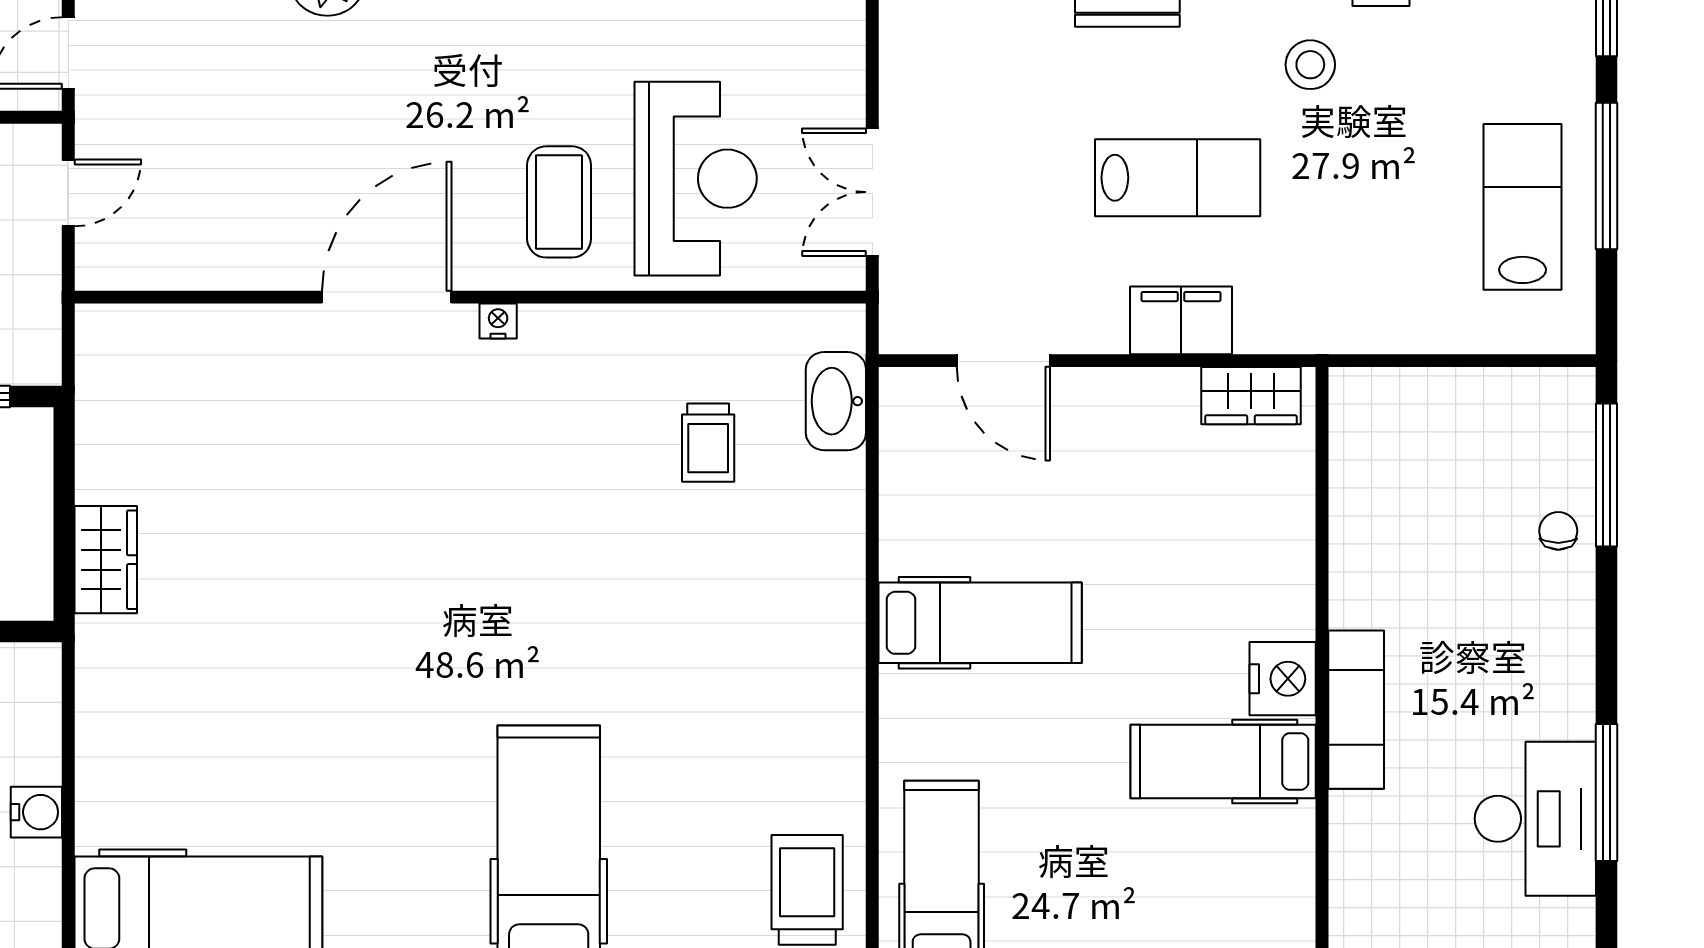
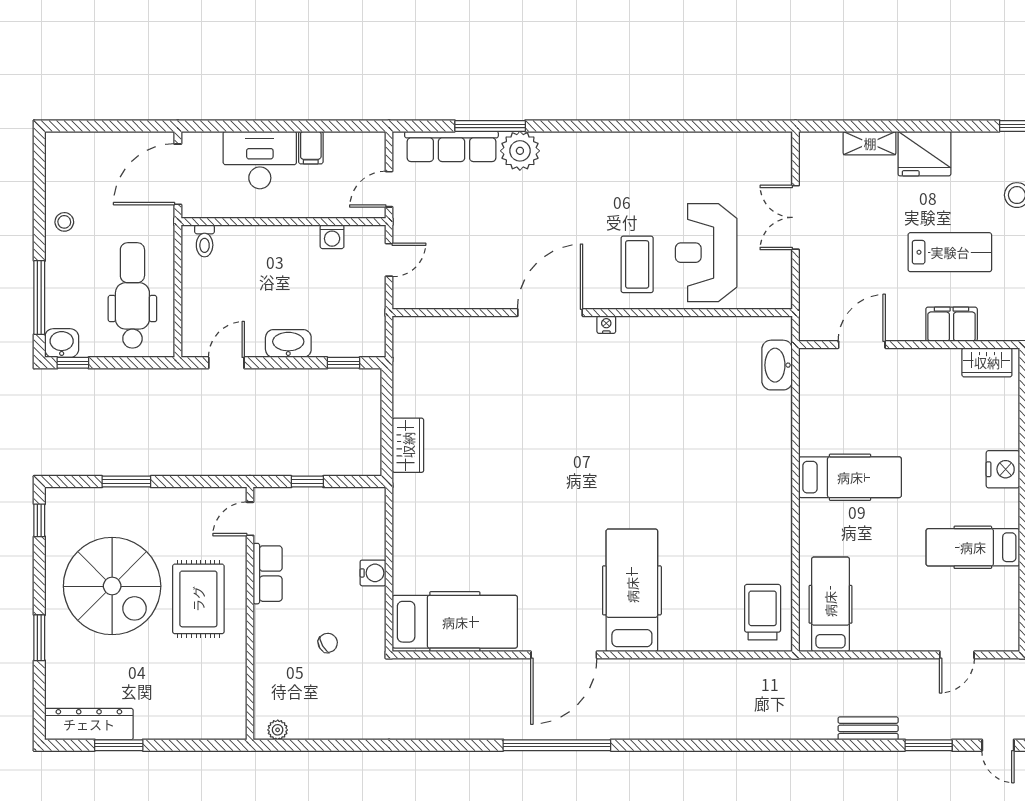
reception desk: (696, 179) -> (706, 253), turned 180
double door: (872, 192) -> (795, 217), moved
door: (1003, 361) -> (862, 345), swing flipped
trolley: (708, 443) -> (712, 386), removed
nightstand: (1283, 679) -> (1003, 469), moved

